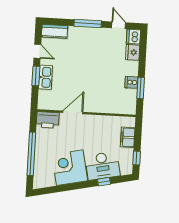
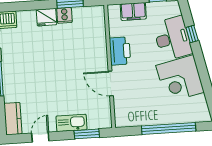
fridge: (133, 52) -> (46, 17), moved
window: (36, 76) -> (87, 134), moved
printer: (48, 120) -> (120, 51), moved

